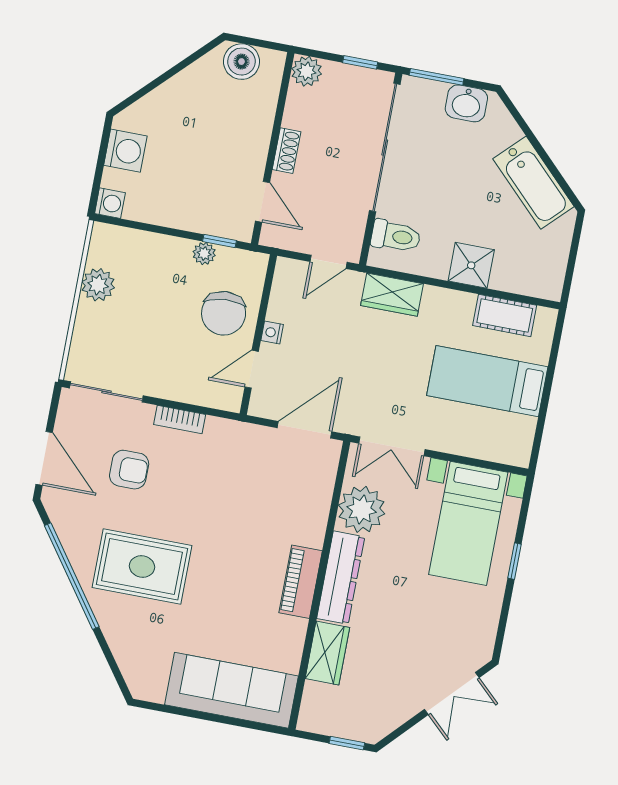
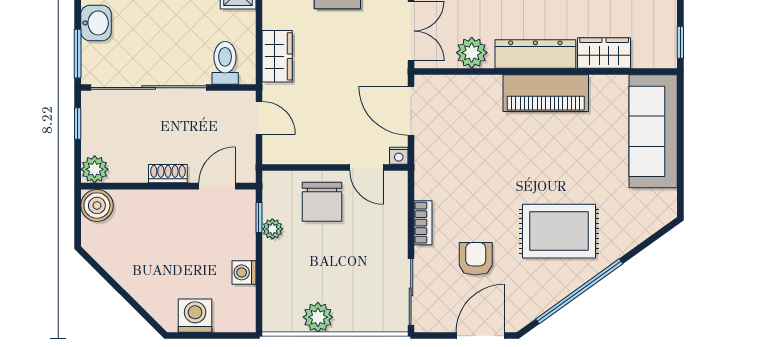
boiler: (242, 62) -> (97, 205), moved
washing machine: (110, 203) -> (244, 272), moved, turned -90
chair: (224, 313) -> (322, 202), turned 94
nightstand: (272, 333) -> (399, 156), moved
plant: (362, 509) -> (472, 53), width x0.73, depth x0.73
rug: (142, 566) -> (559, 231), turned 90
piano: (301, 582) -> (546, 93), width x1.37, depth x1.33
window: (347, 743) -> (680, 42), moved

